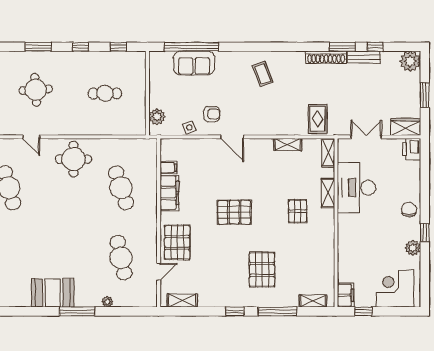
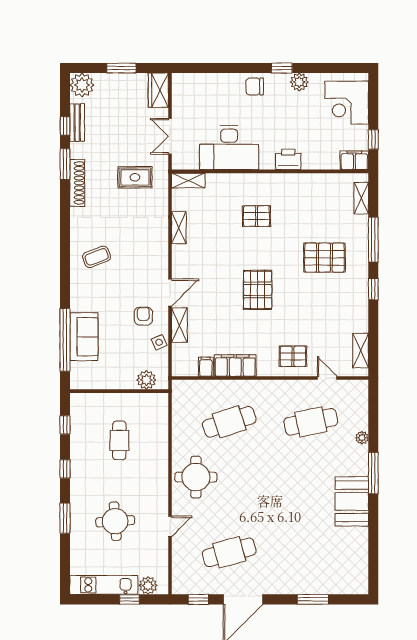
bench: (364, 57) -> (77, 123), moved
rug: (318, 119) -> (135, 177), moved
printer: (412, 149) -> (288, 159), moved, turned 180
shelving: (328, 193) -> (179, 325), moved, turned 90
pallet: (177, 242) -> (293, 356), width x0.67, depth x0.71

